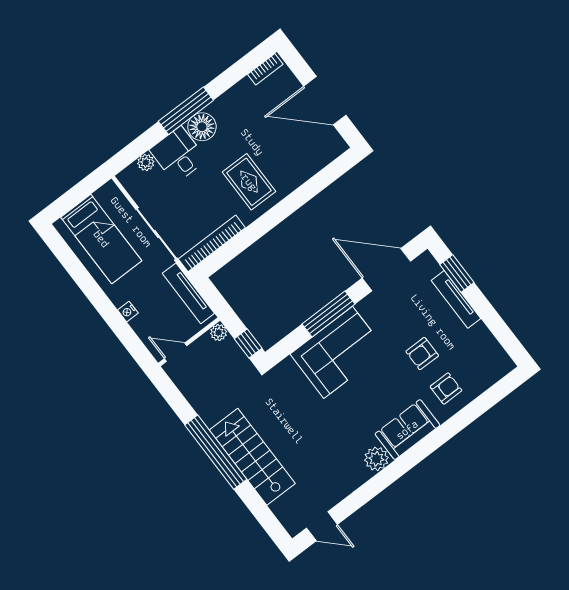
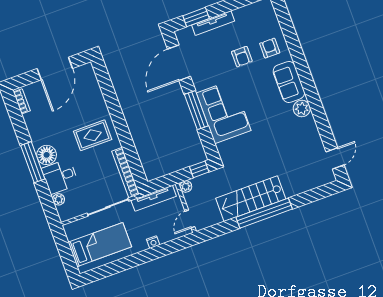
stairs: (252, 457) -> (251, 199), moved

